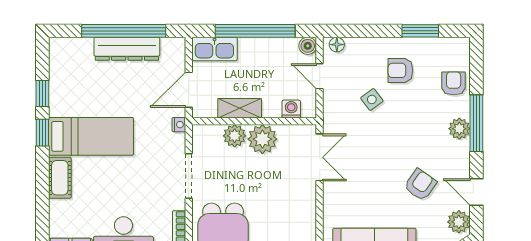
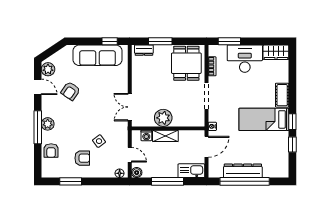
window: (255, 31) -> (168, 181), width x0.68
shelving: (240, 108) -> (165, 136), moved
plant: (235, 136) -> (180, 120), removed

